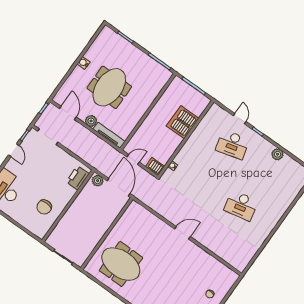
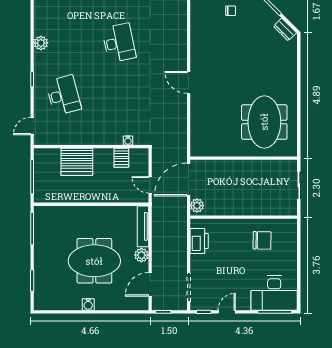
door: (240, 119) -> (32, 126), moved
server rack: (155, 166) -> (121, 158), moved
printer: (78, 178) -> (199, 241), moved, turned -90

